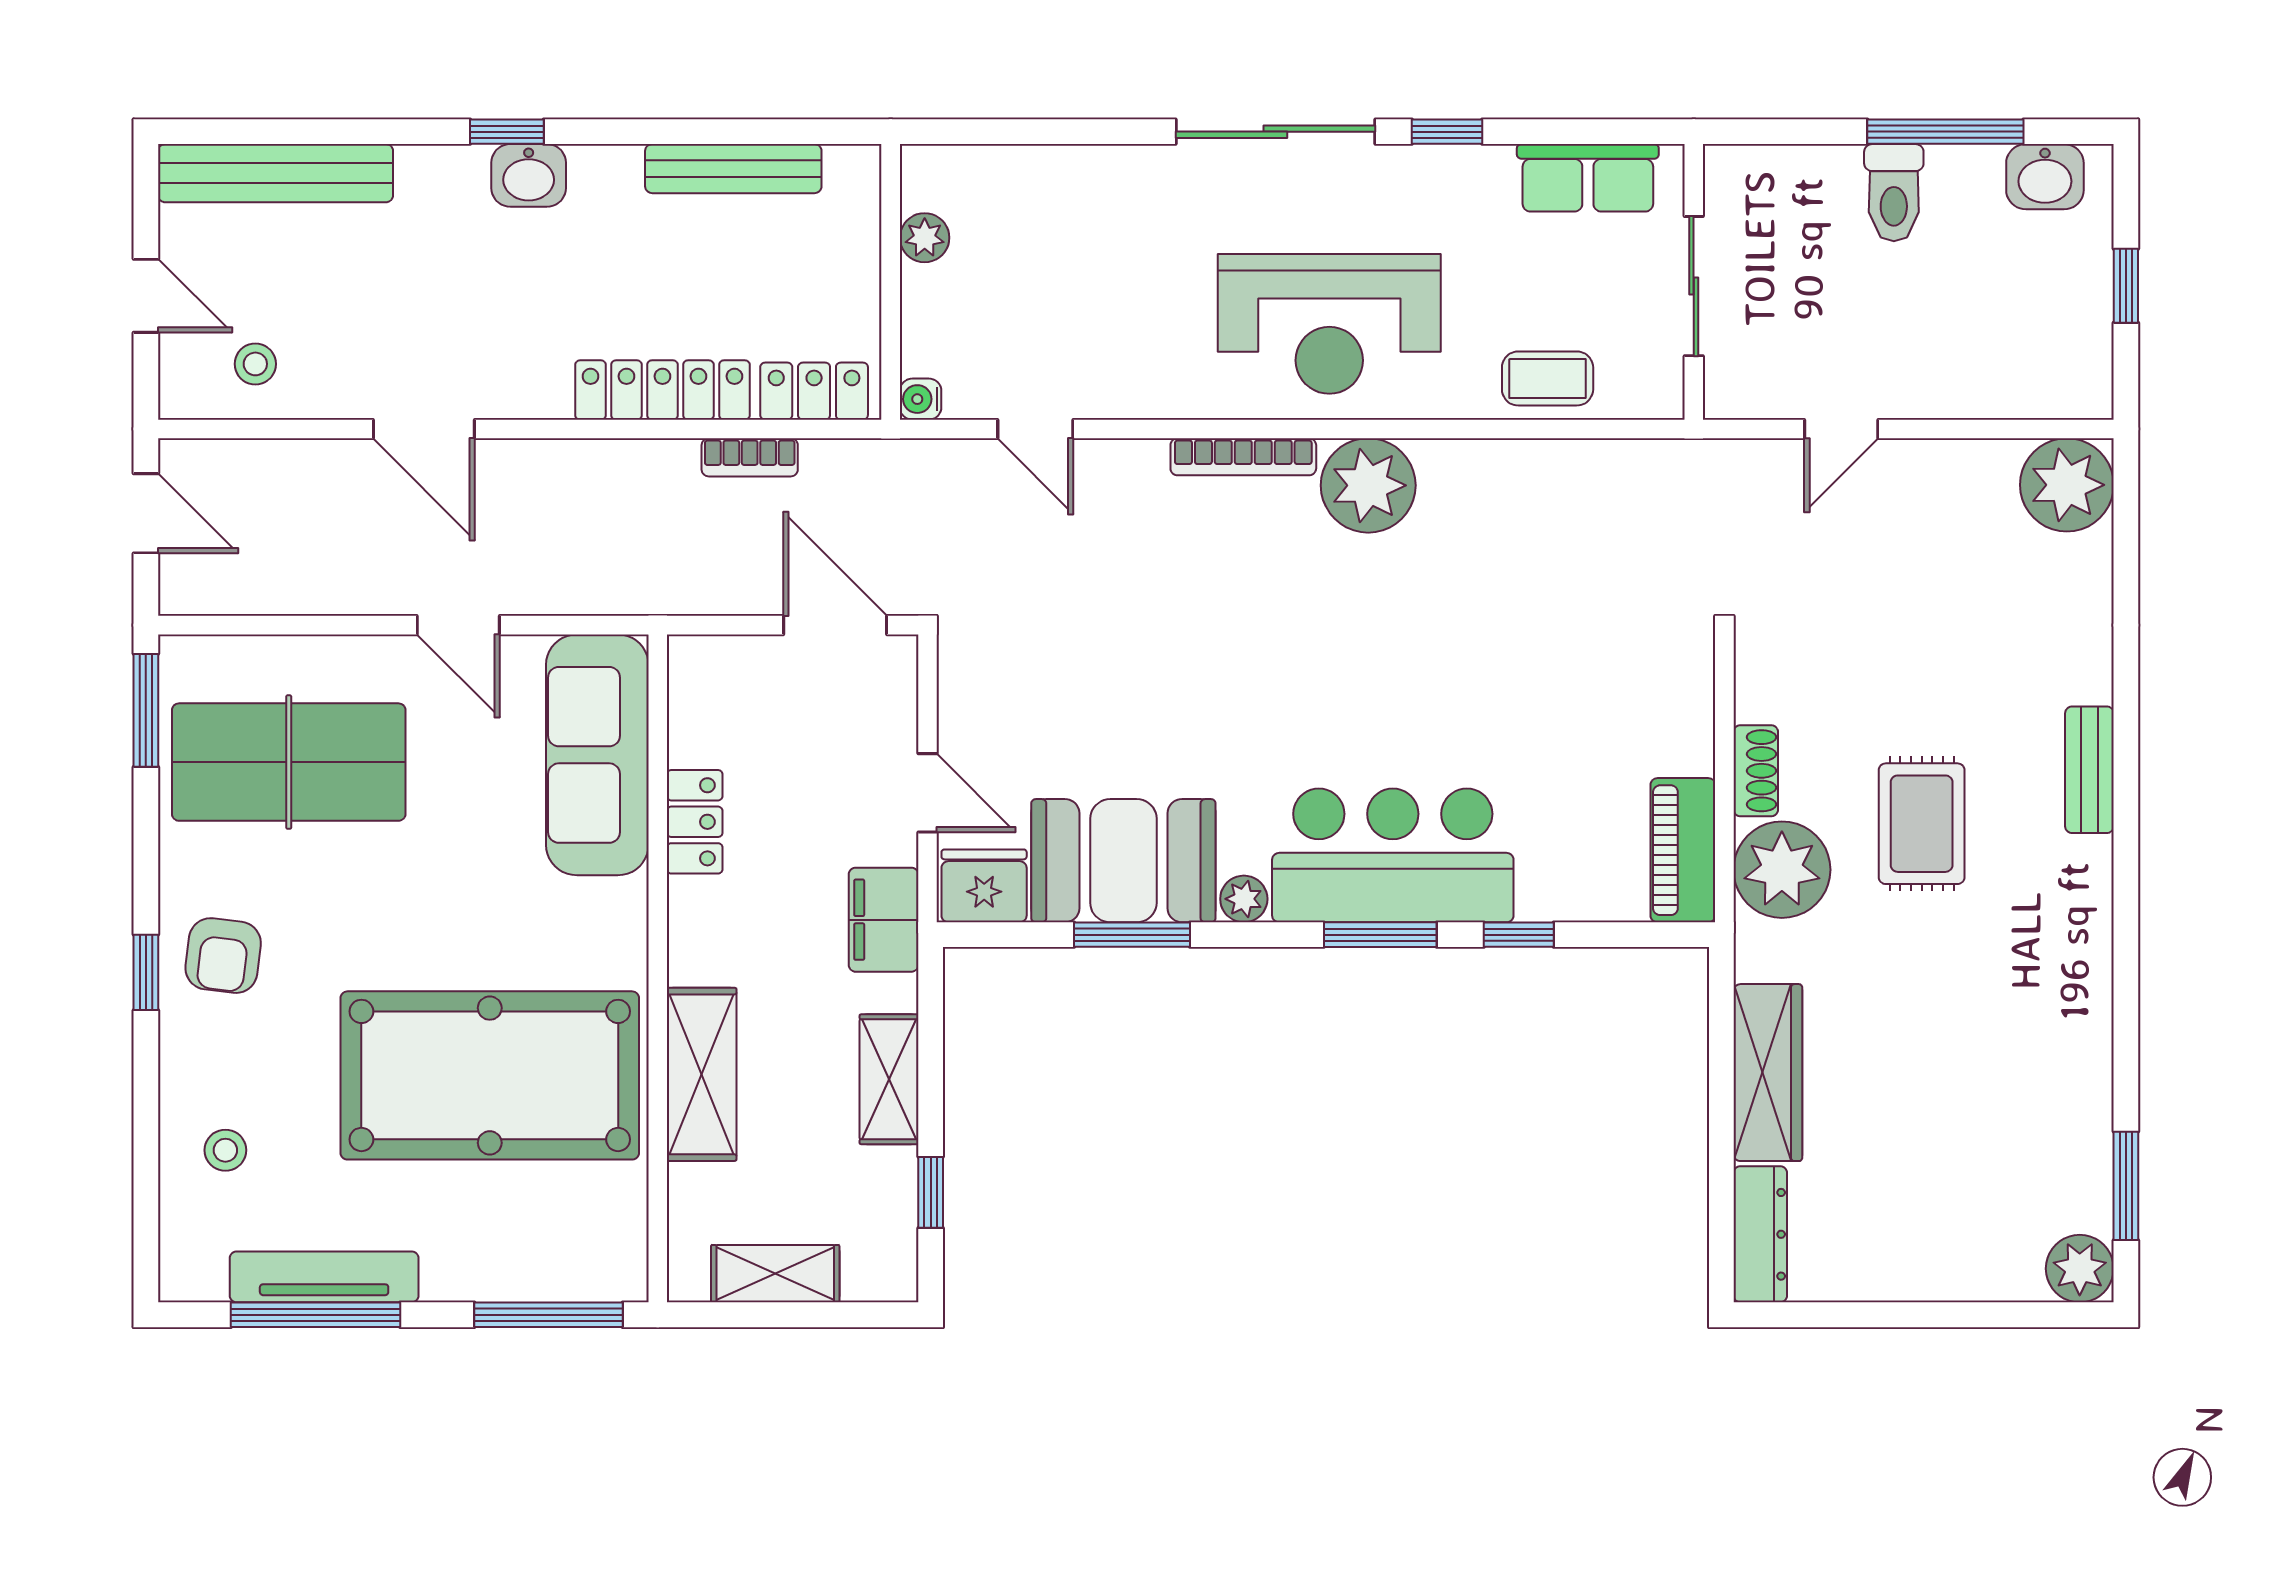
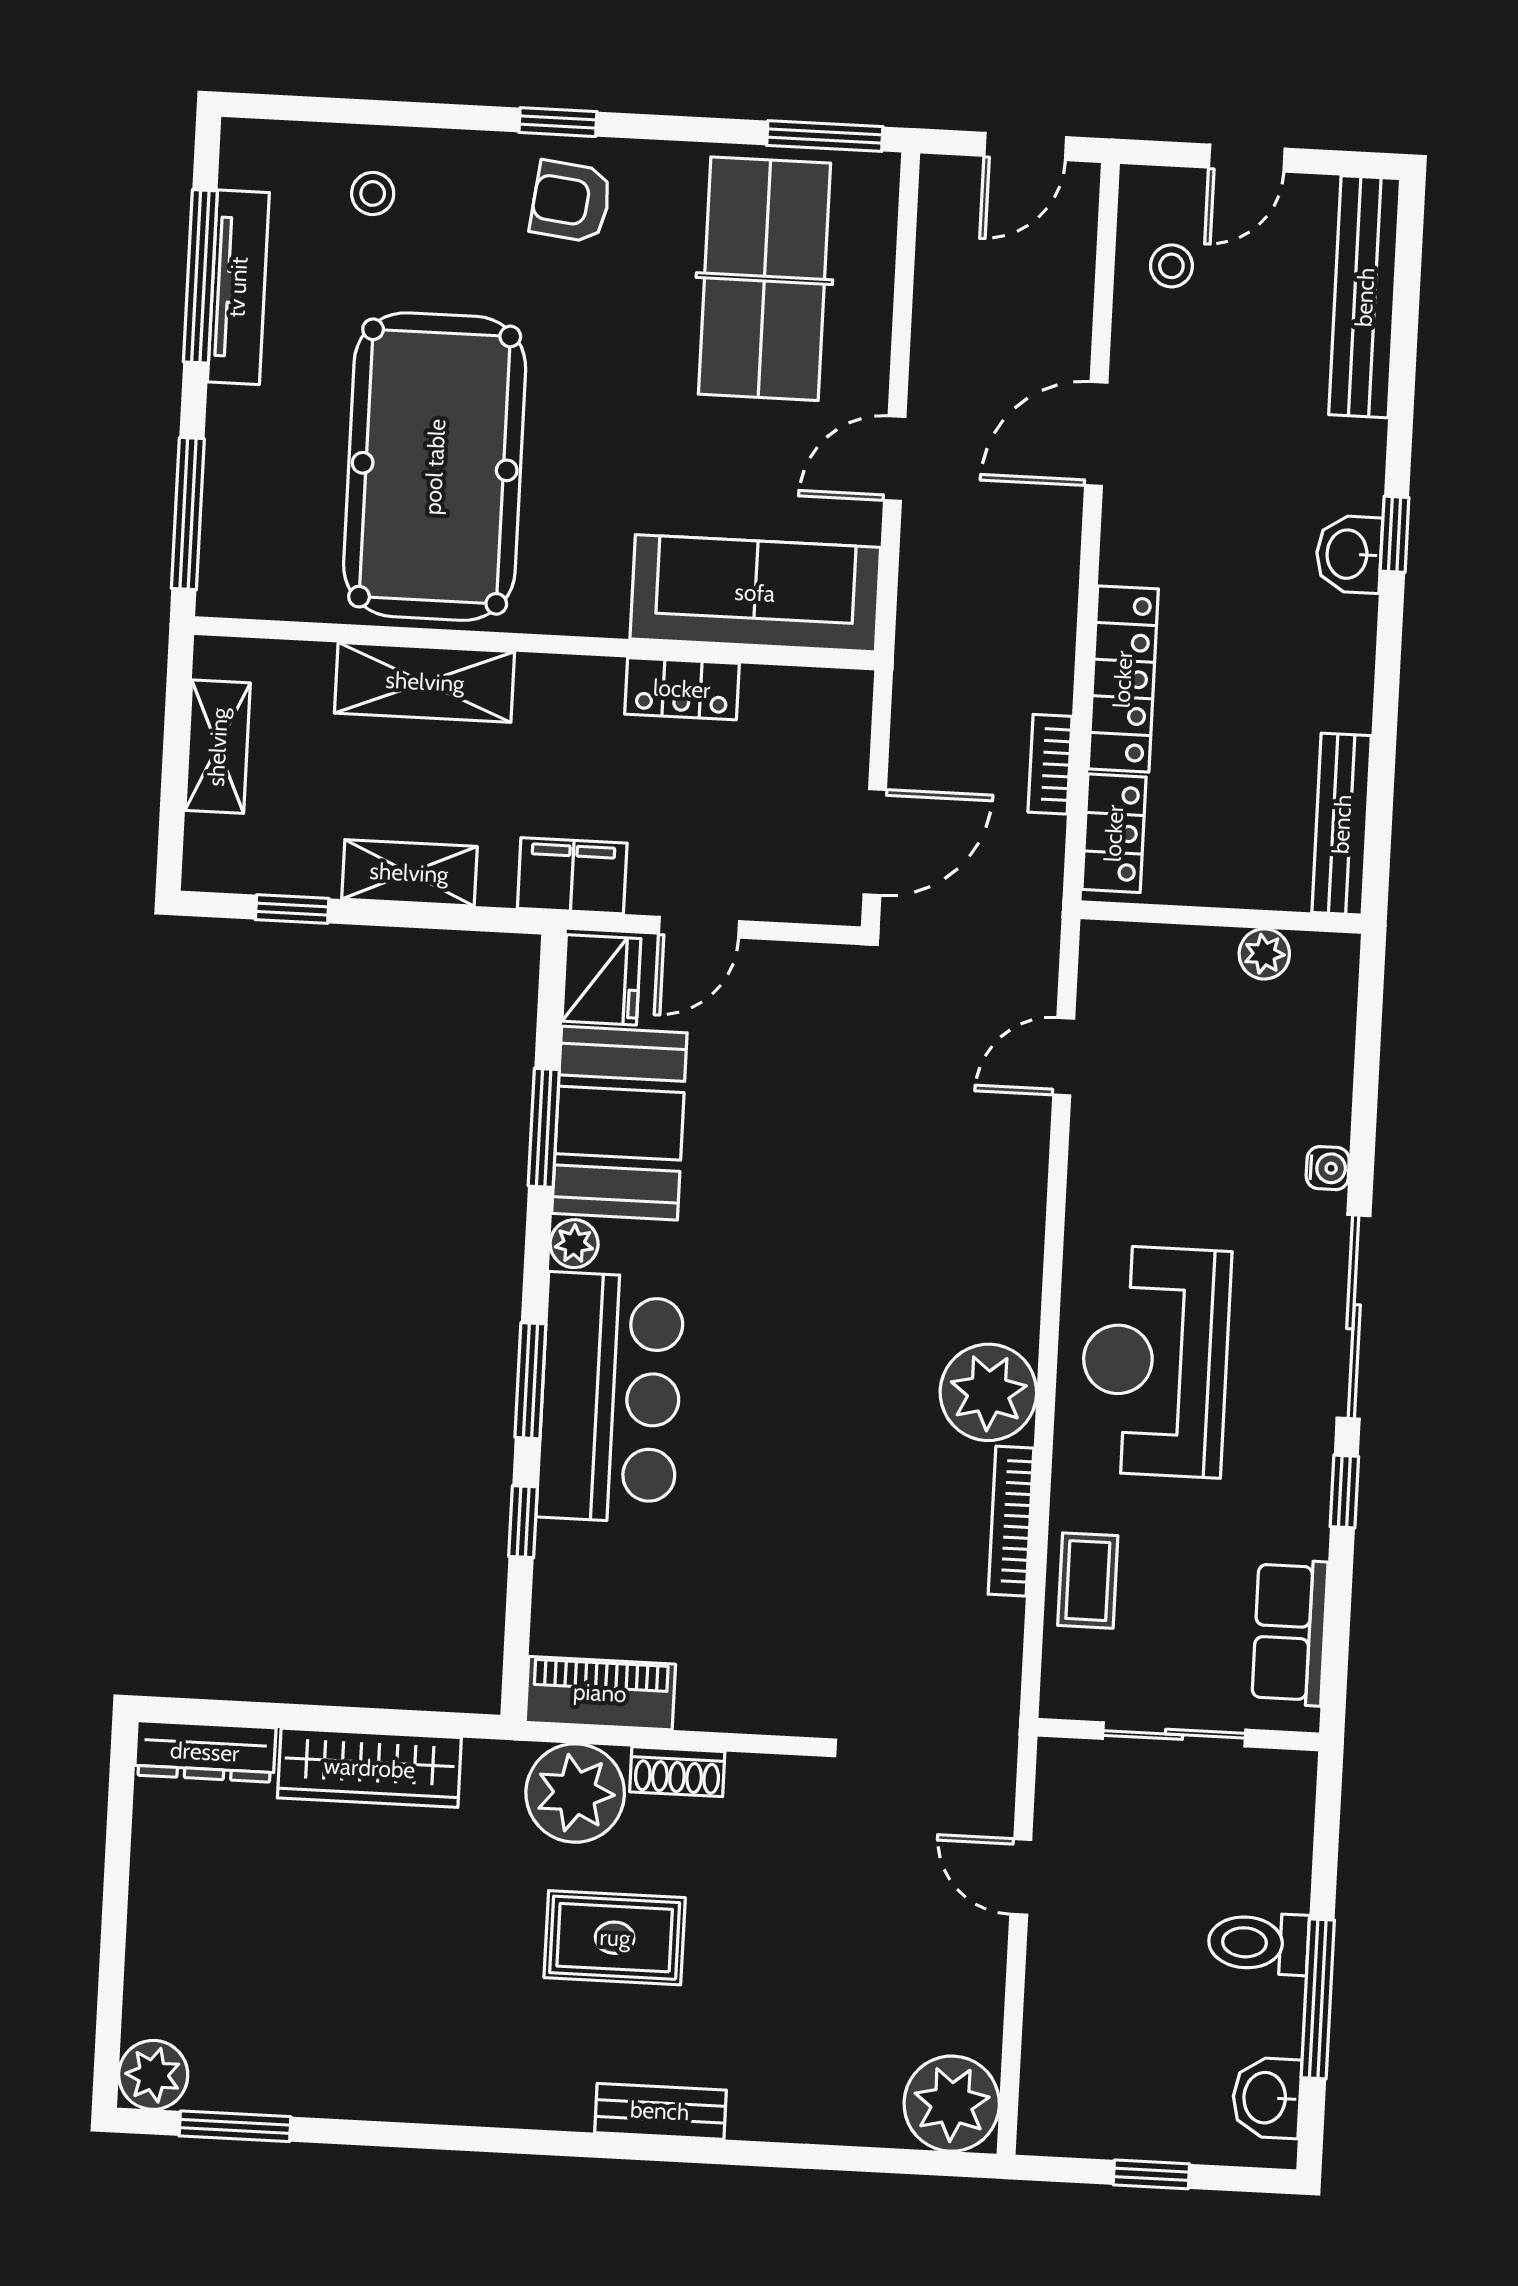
bench: (733, 169) -> (1342, 824), moved
water cooler: (921, 399) -> (1328, 1168), moved, turned 90
bookcase: (1243, 457) -> (1011, 1521), moved

